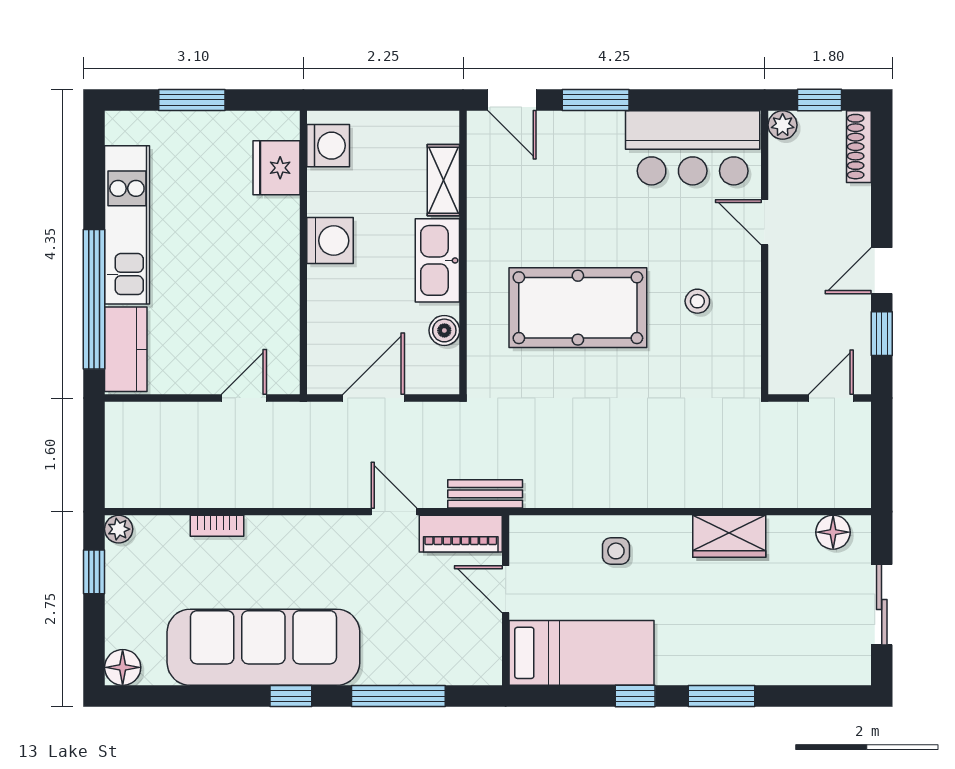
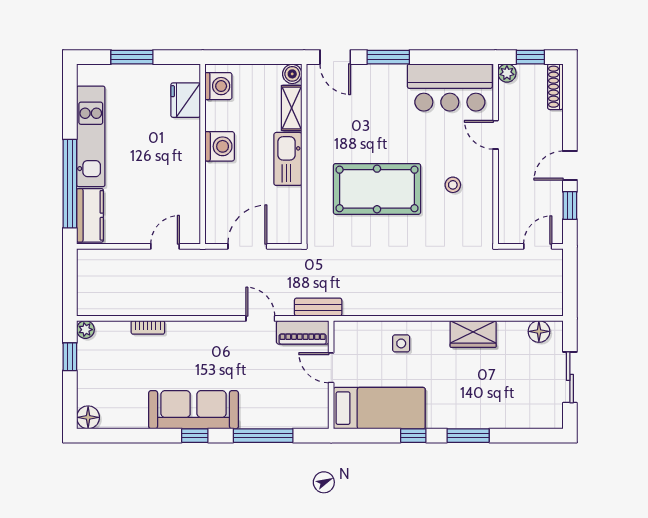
boiler: (444, 330) -> (292, 74), moved
sofa: (263, 647) -> (194, 410), width x0.74, depth x0.79

